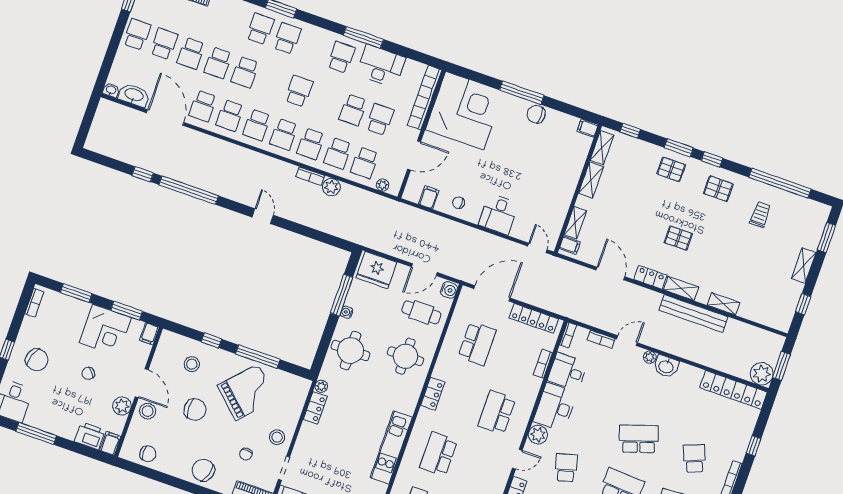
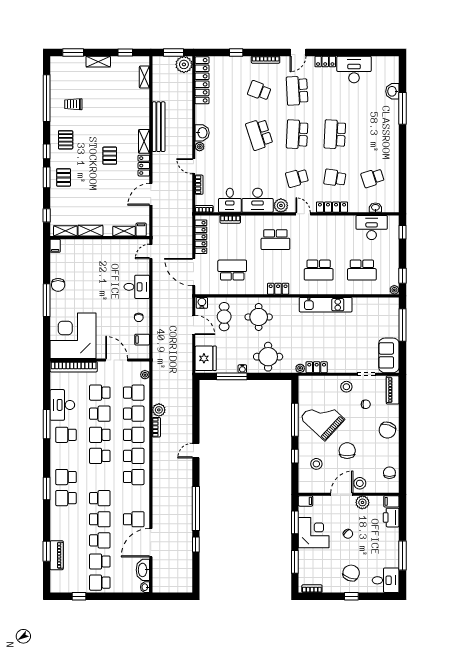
school desk: (230, 116) -> (100, 435), moved, turned 180
shelving: (723, 304) -> (144, 77), moved
school desk: (694, 458) -> (259, 91), turned 42

